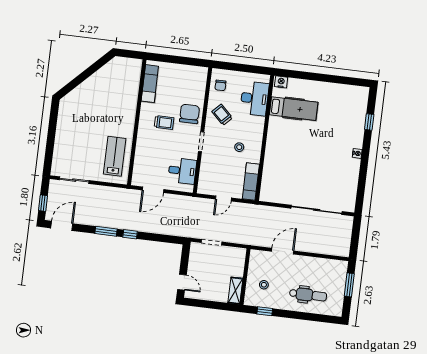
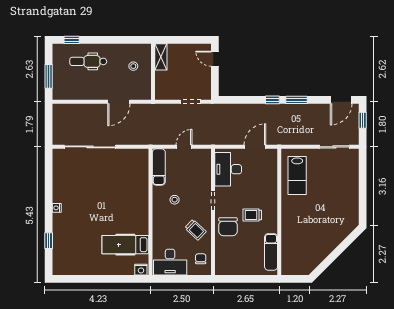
desk: (254, 98) -> (170, 262), moved, turned -90
desk: (182, 171) -> (228, 169), width x1.37
window: (265, 311) -> (72, 40), moved

